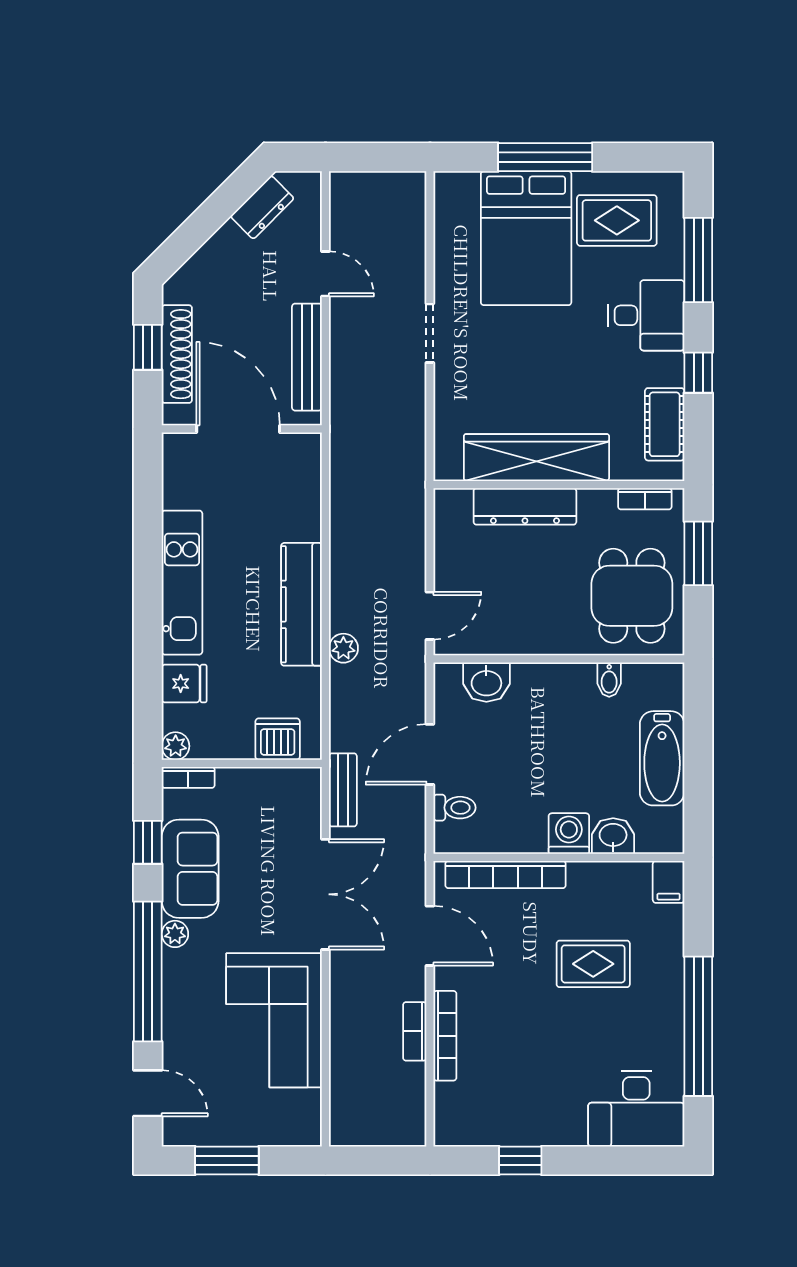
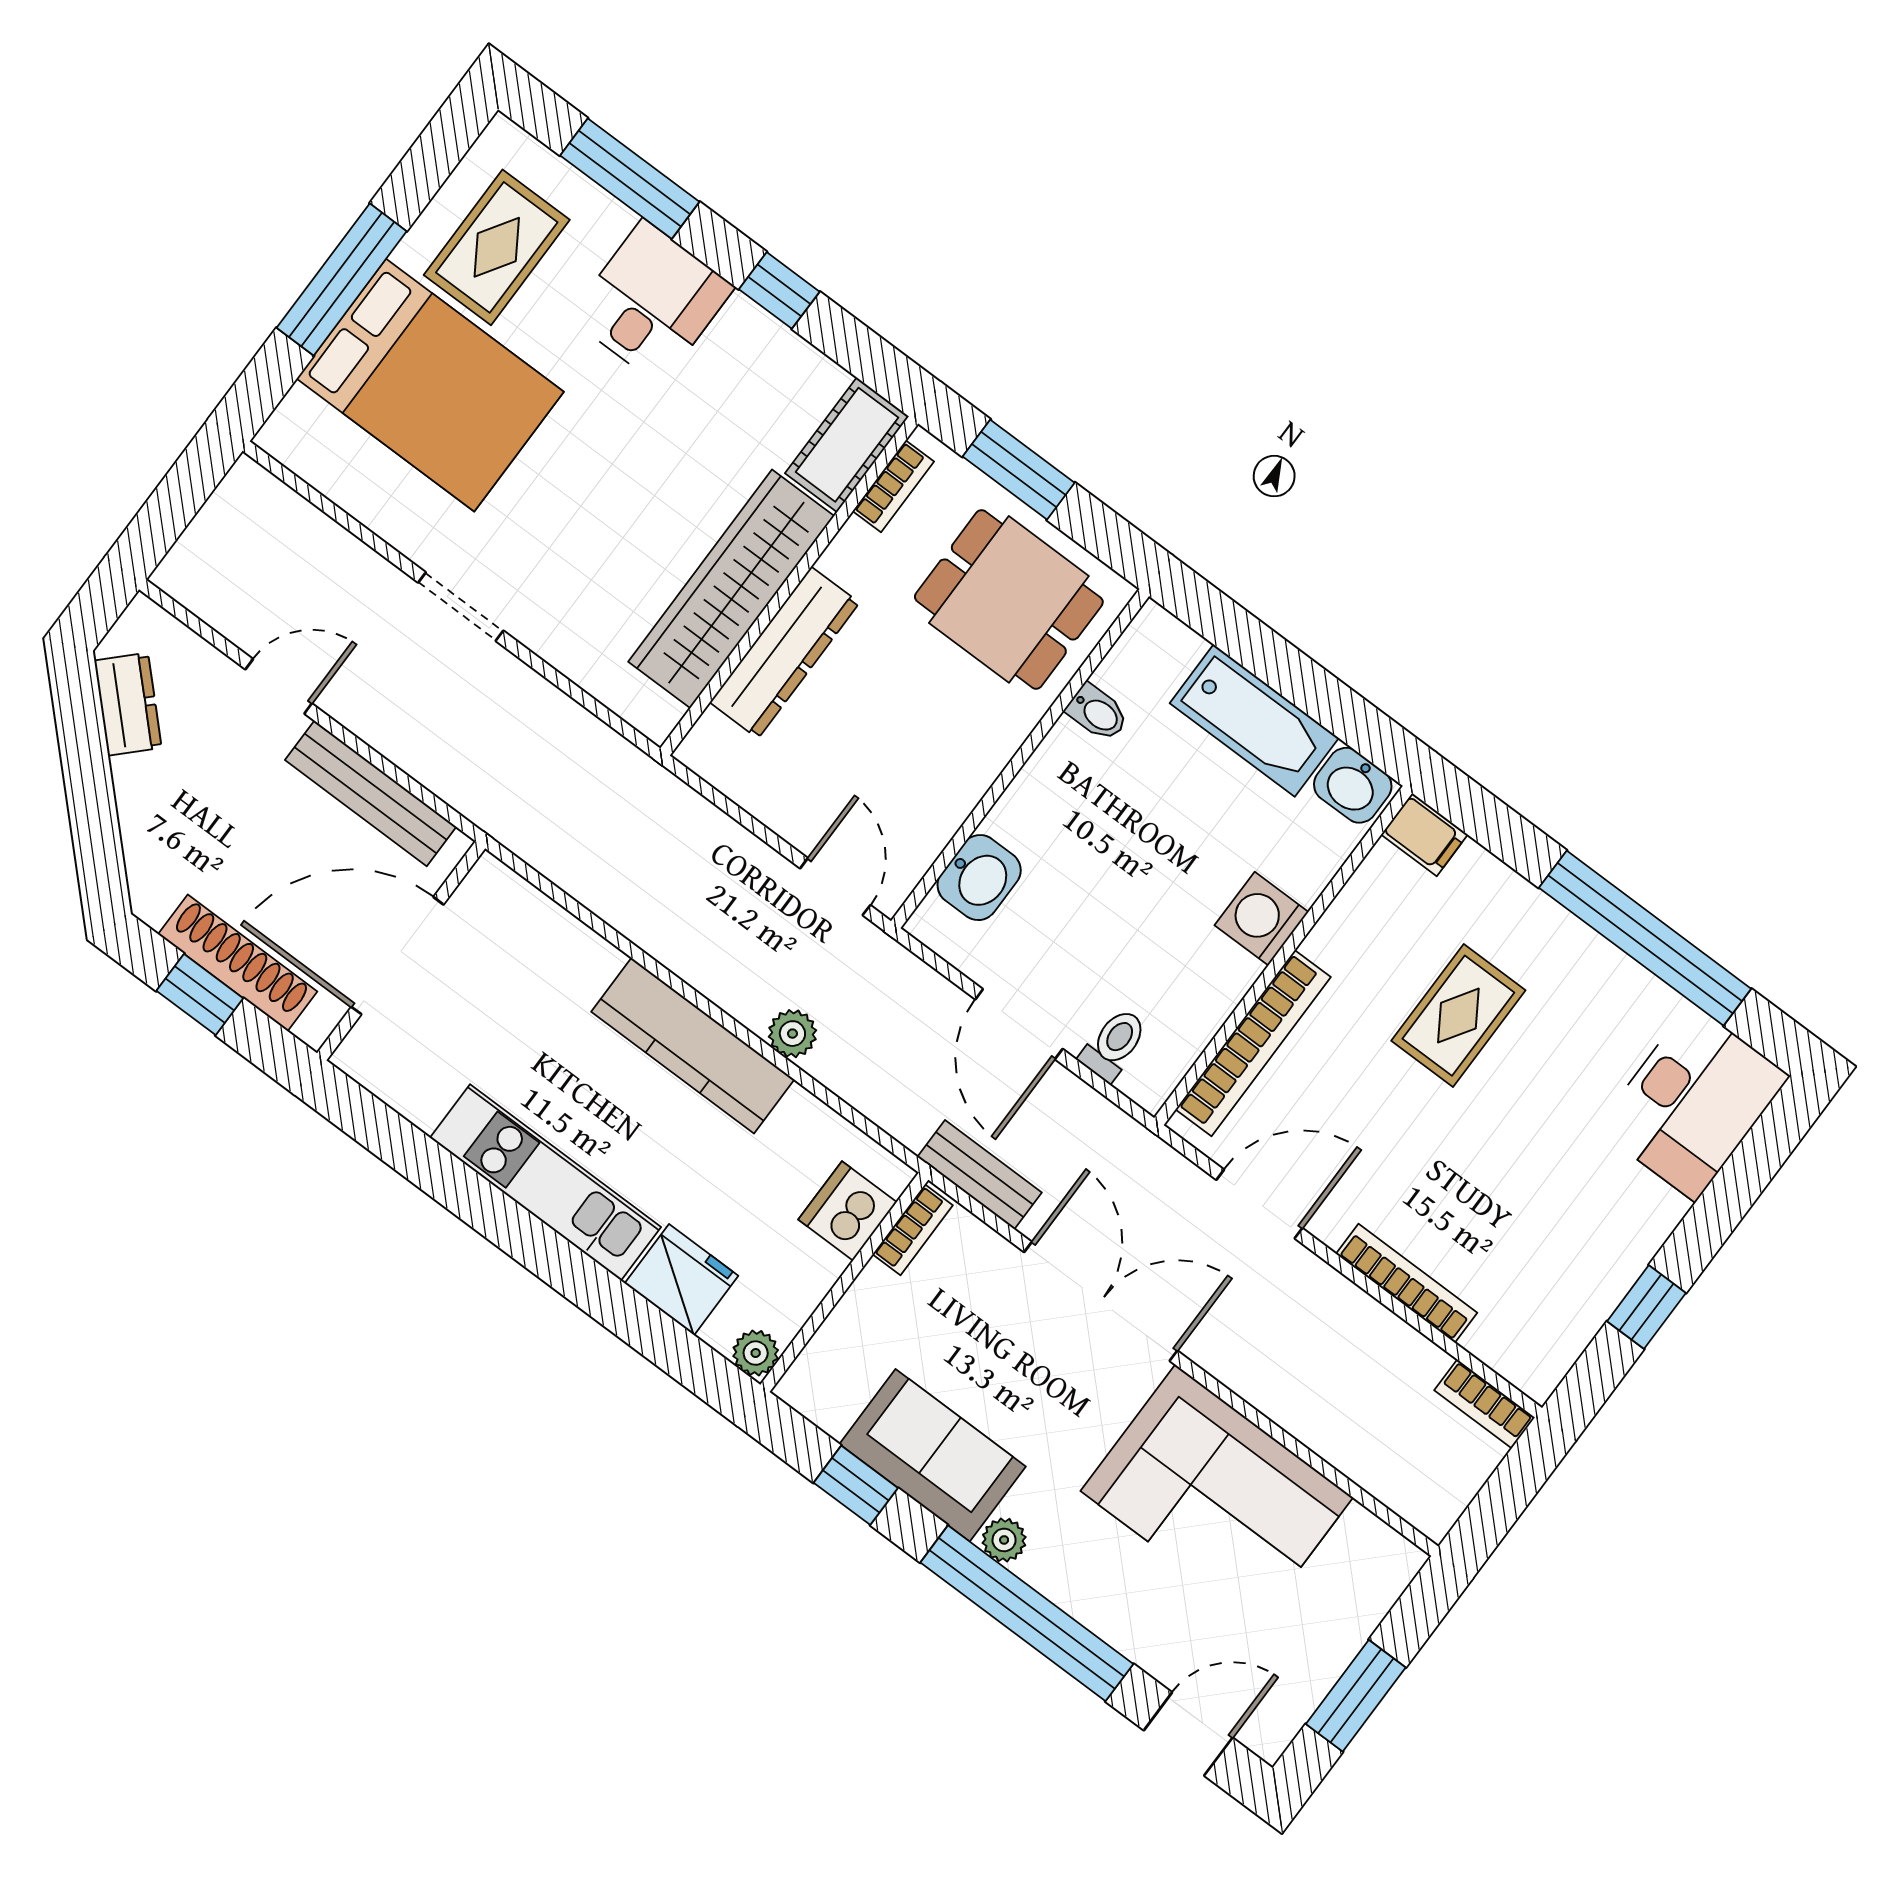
cot: (665, 424) -> (847, 445), moved, turned 90
fridge: (184, 684) -> (681, 1280), width x1.38
bookcase: (188, 777) -> (913, 1230), moved
washbasin: (613, 836) -> (1353, 785), moved, turned -90
bookcase: (415, 1031) -> (1485, 1404), moved

